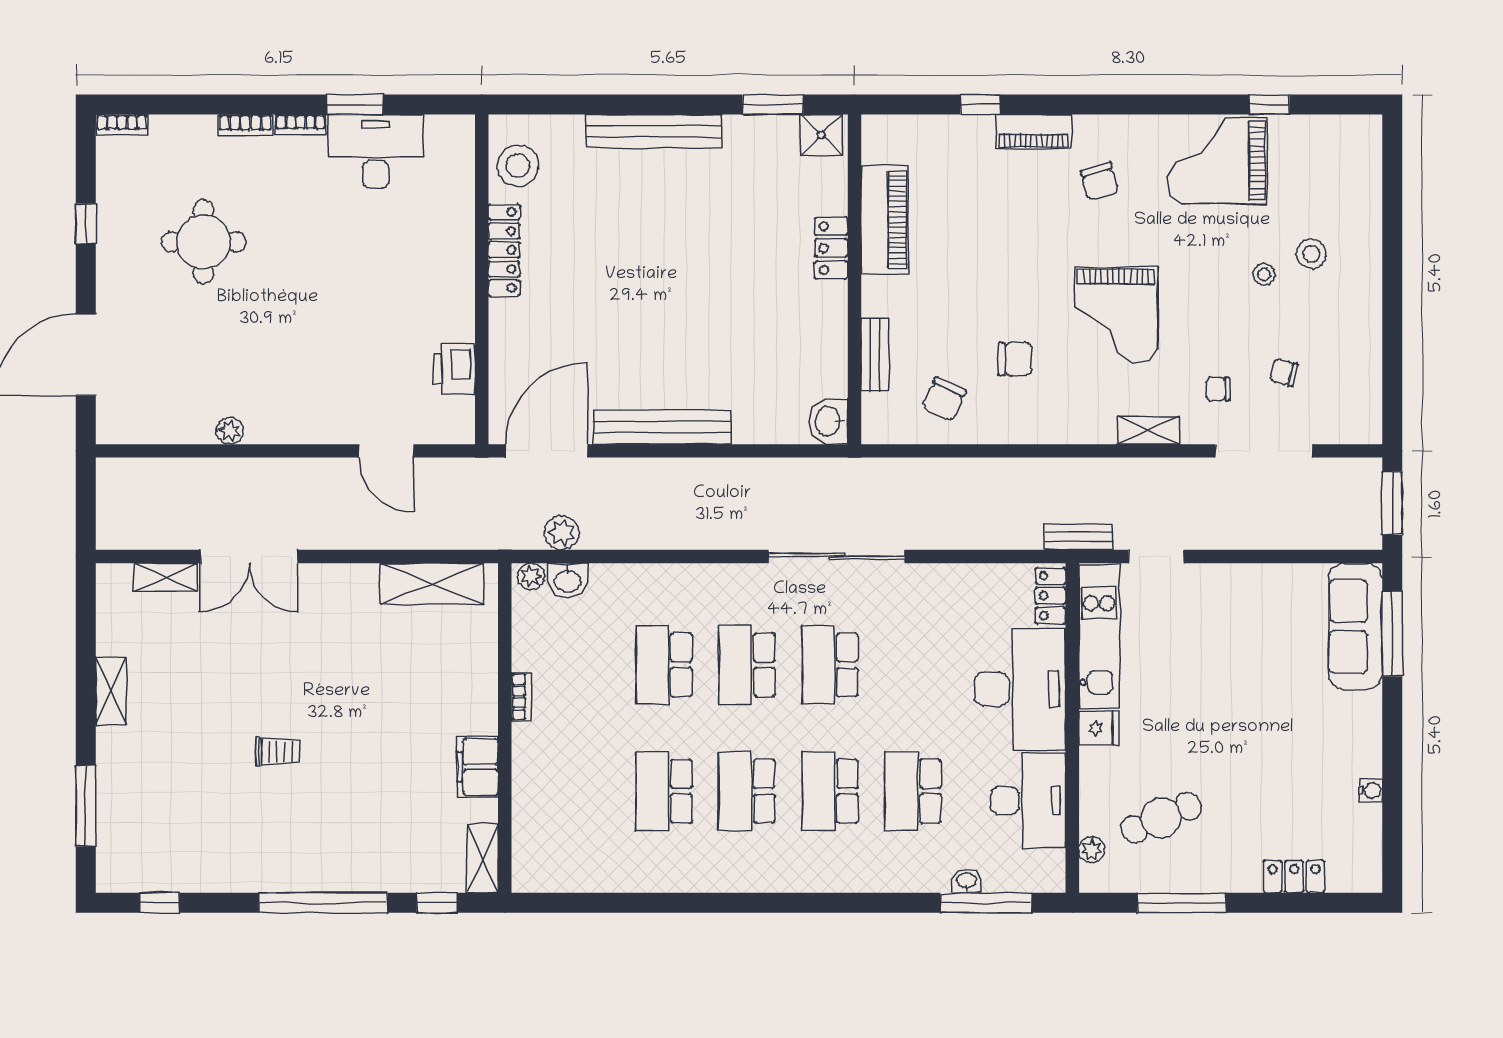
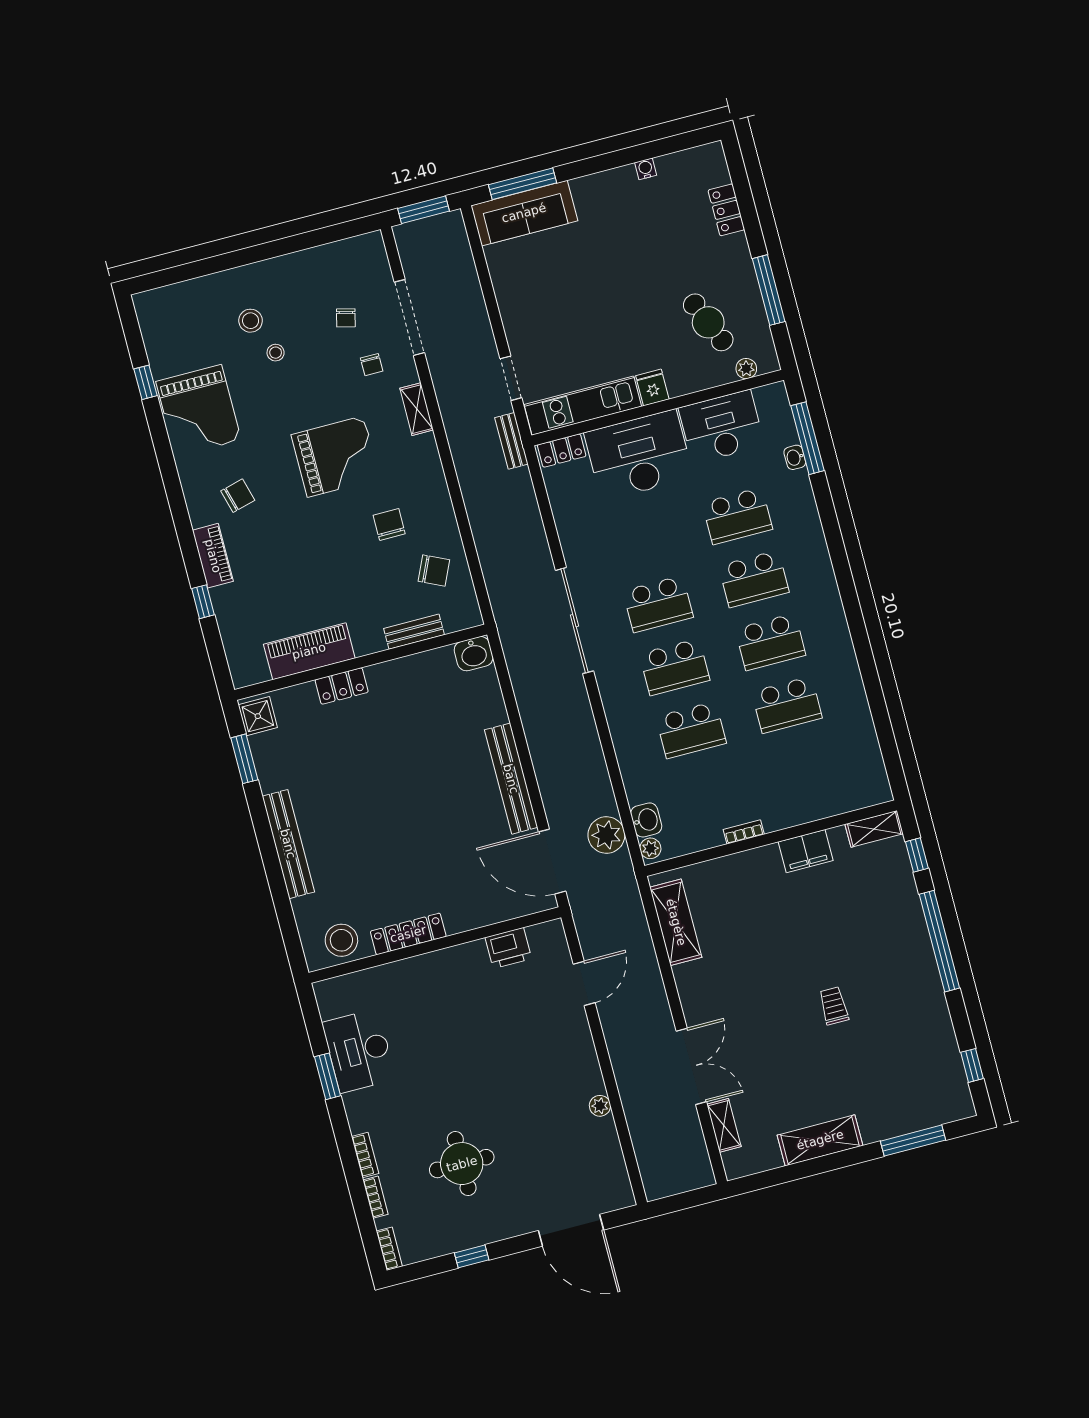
bookcase: (301, 125) -> (376, 1197), moved
plant: (562, 533) -> (606, 835), width x1.36, depth x1.36
shelving: (111, 691) -> (820, 1140), width x1.50, depth x1.33

